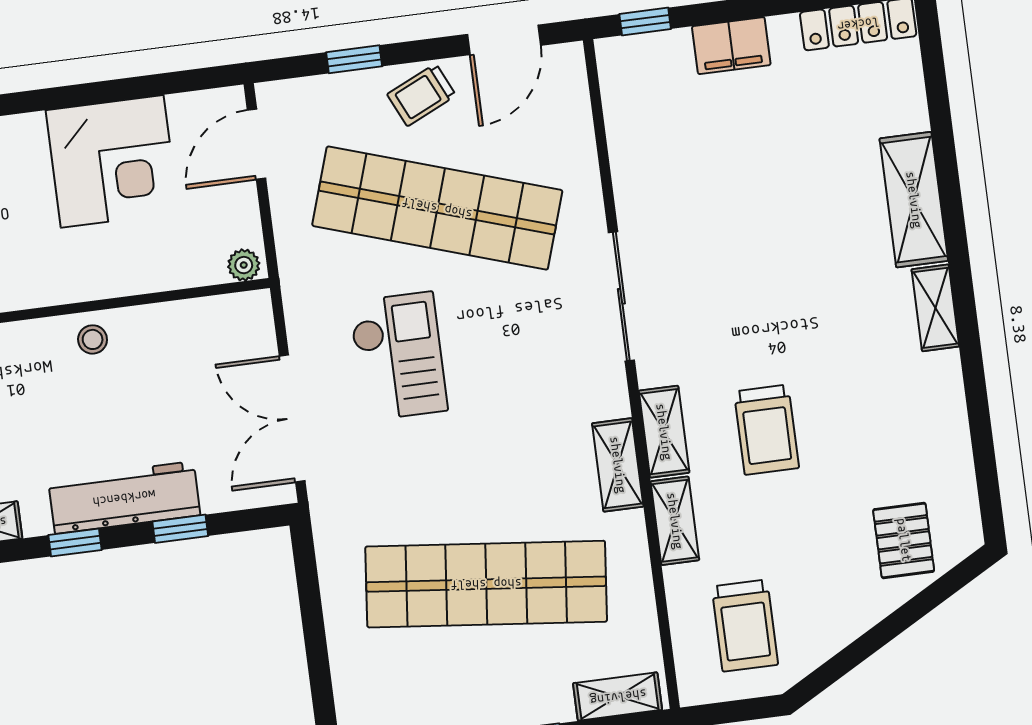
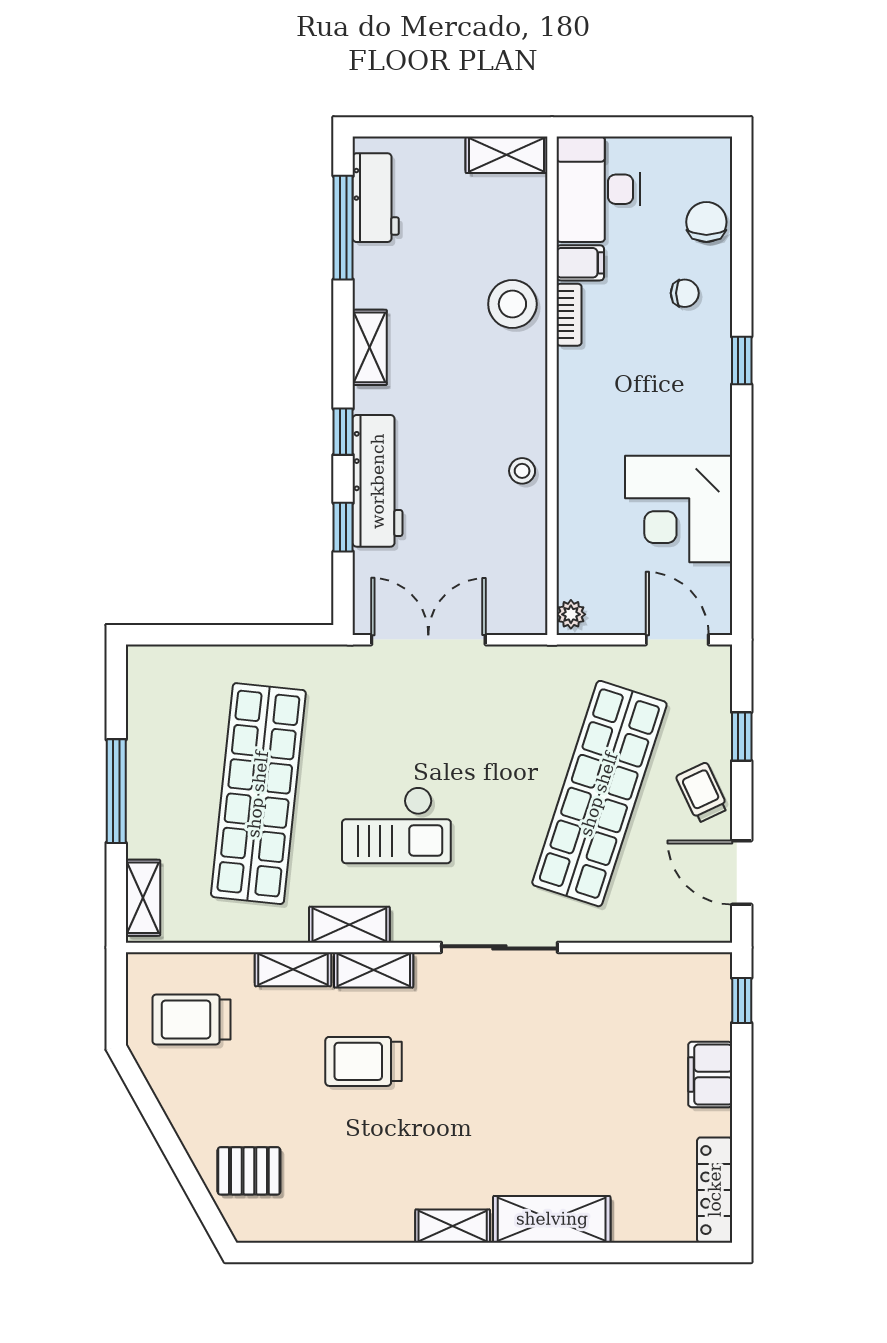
checkout: (398, 356) -> (396, 825), moved

